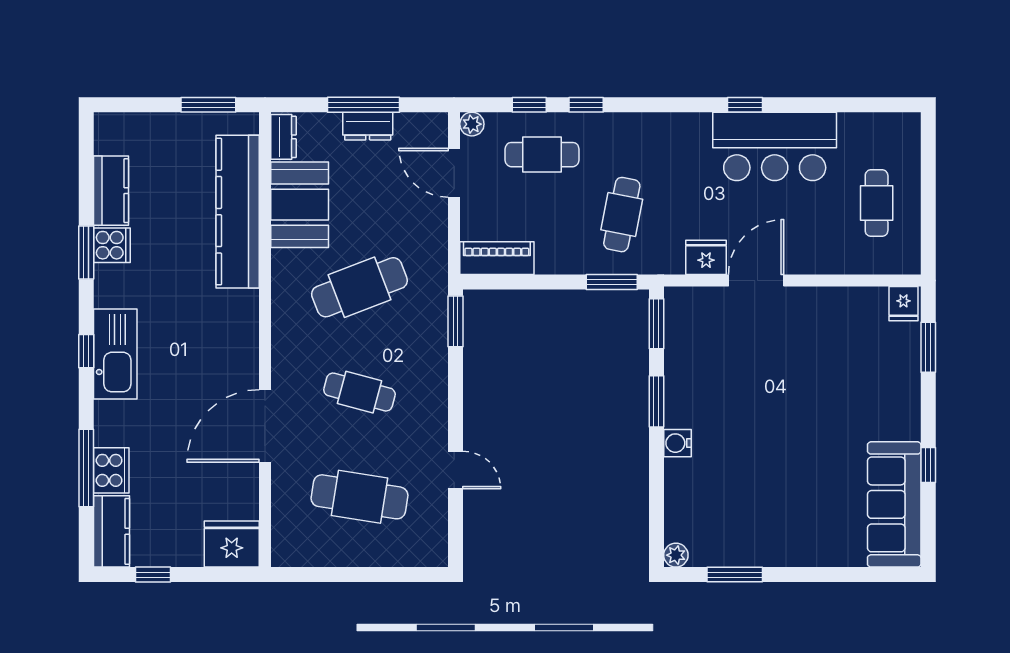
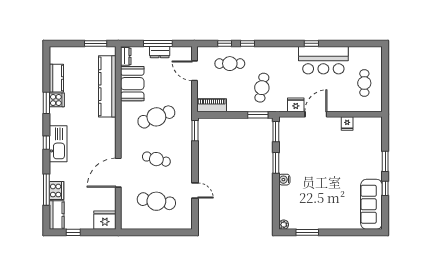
plant: (472, 124) -> (202, 51), removed
fridge: (903, 304) -> (347, 123), moved
window: (928, 347) -> (385, 161), moved

